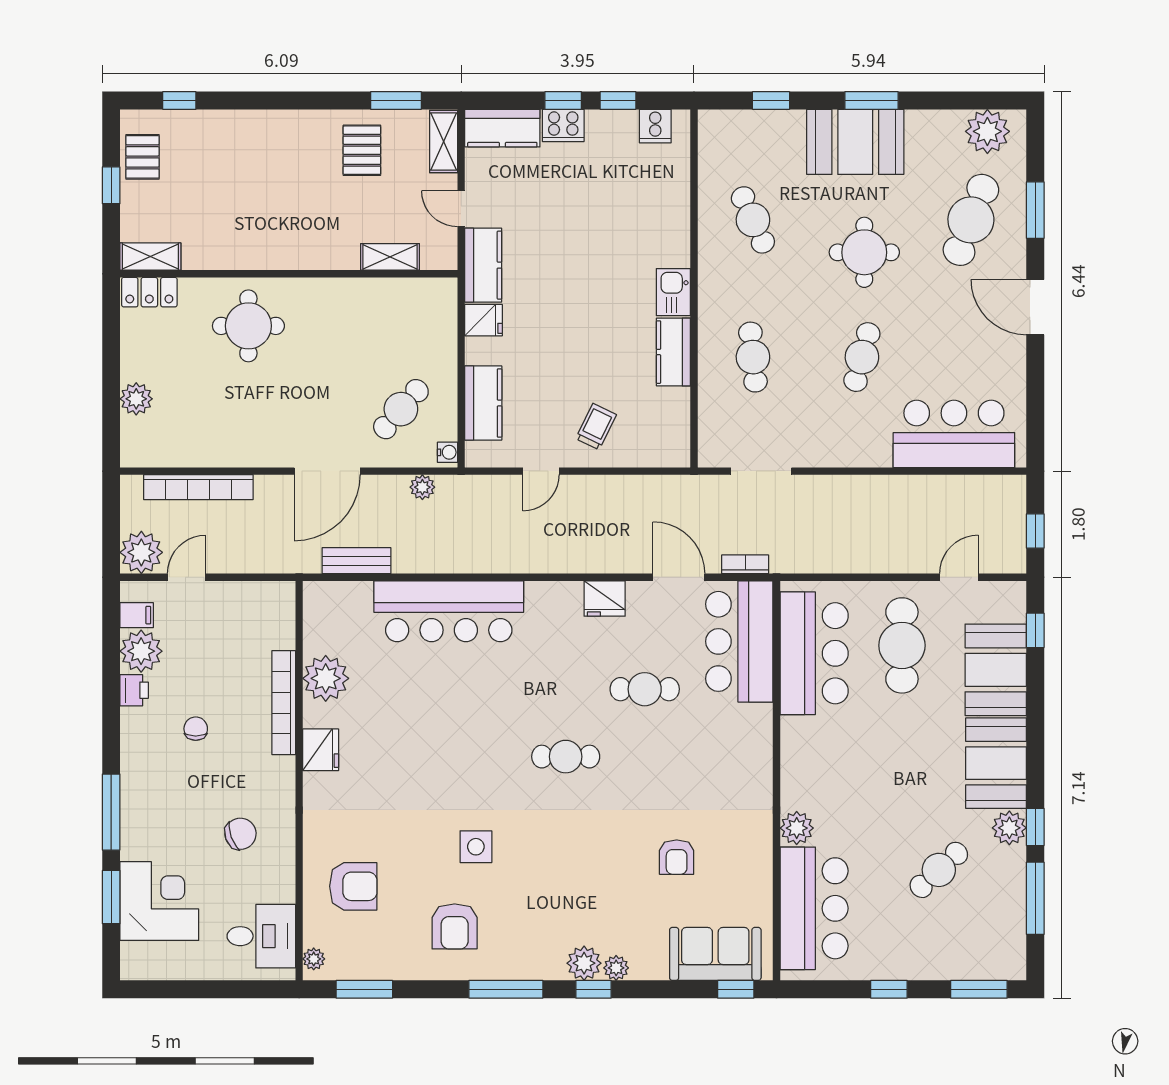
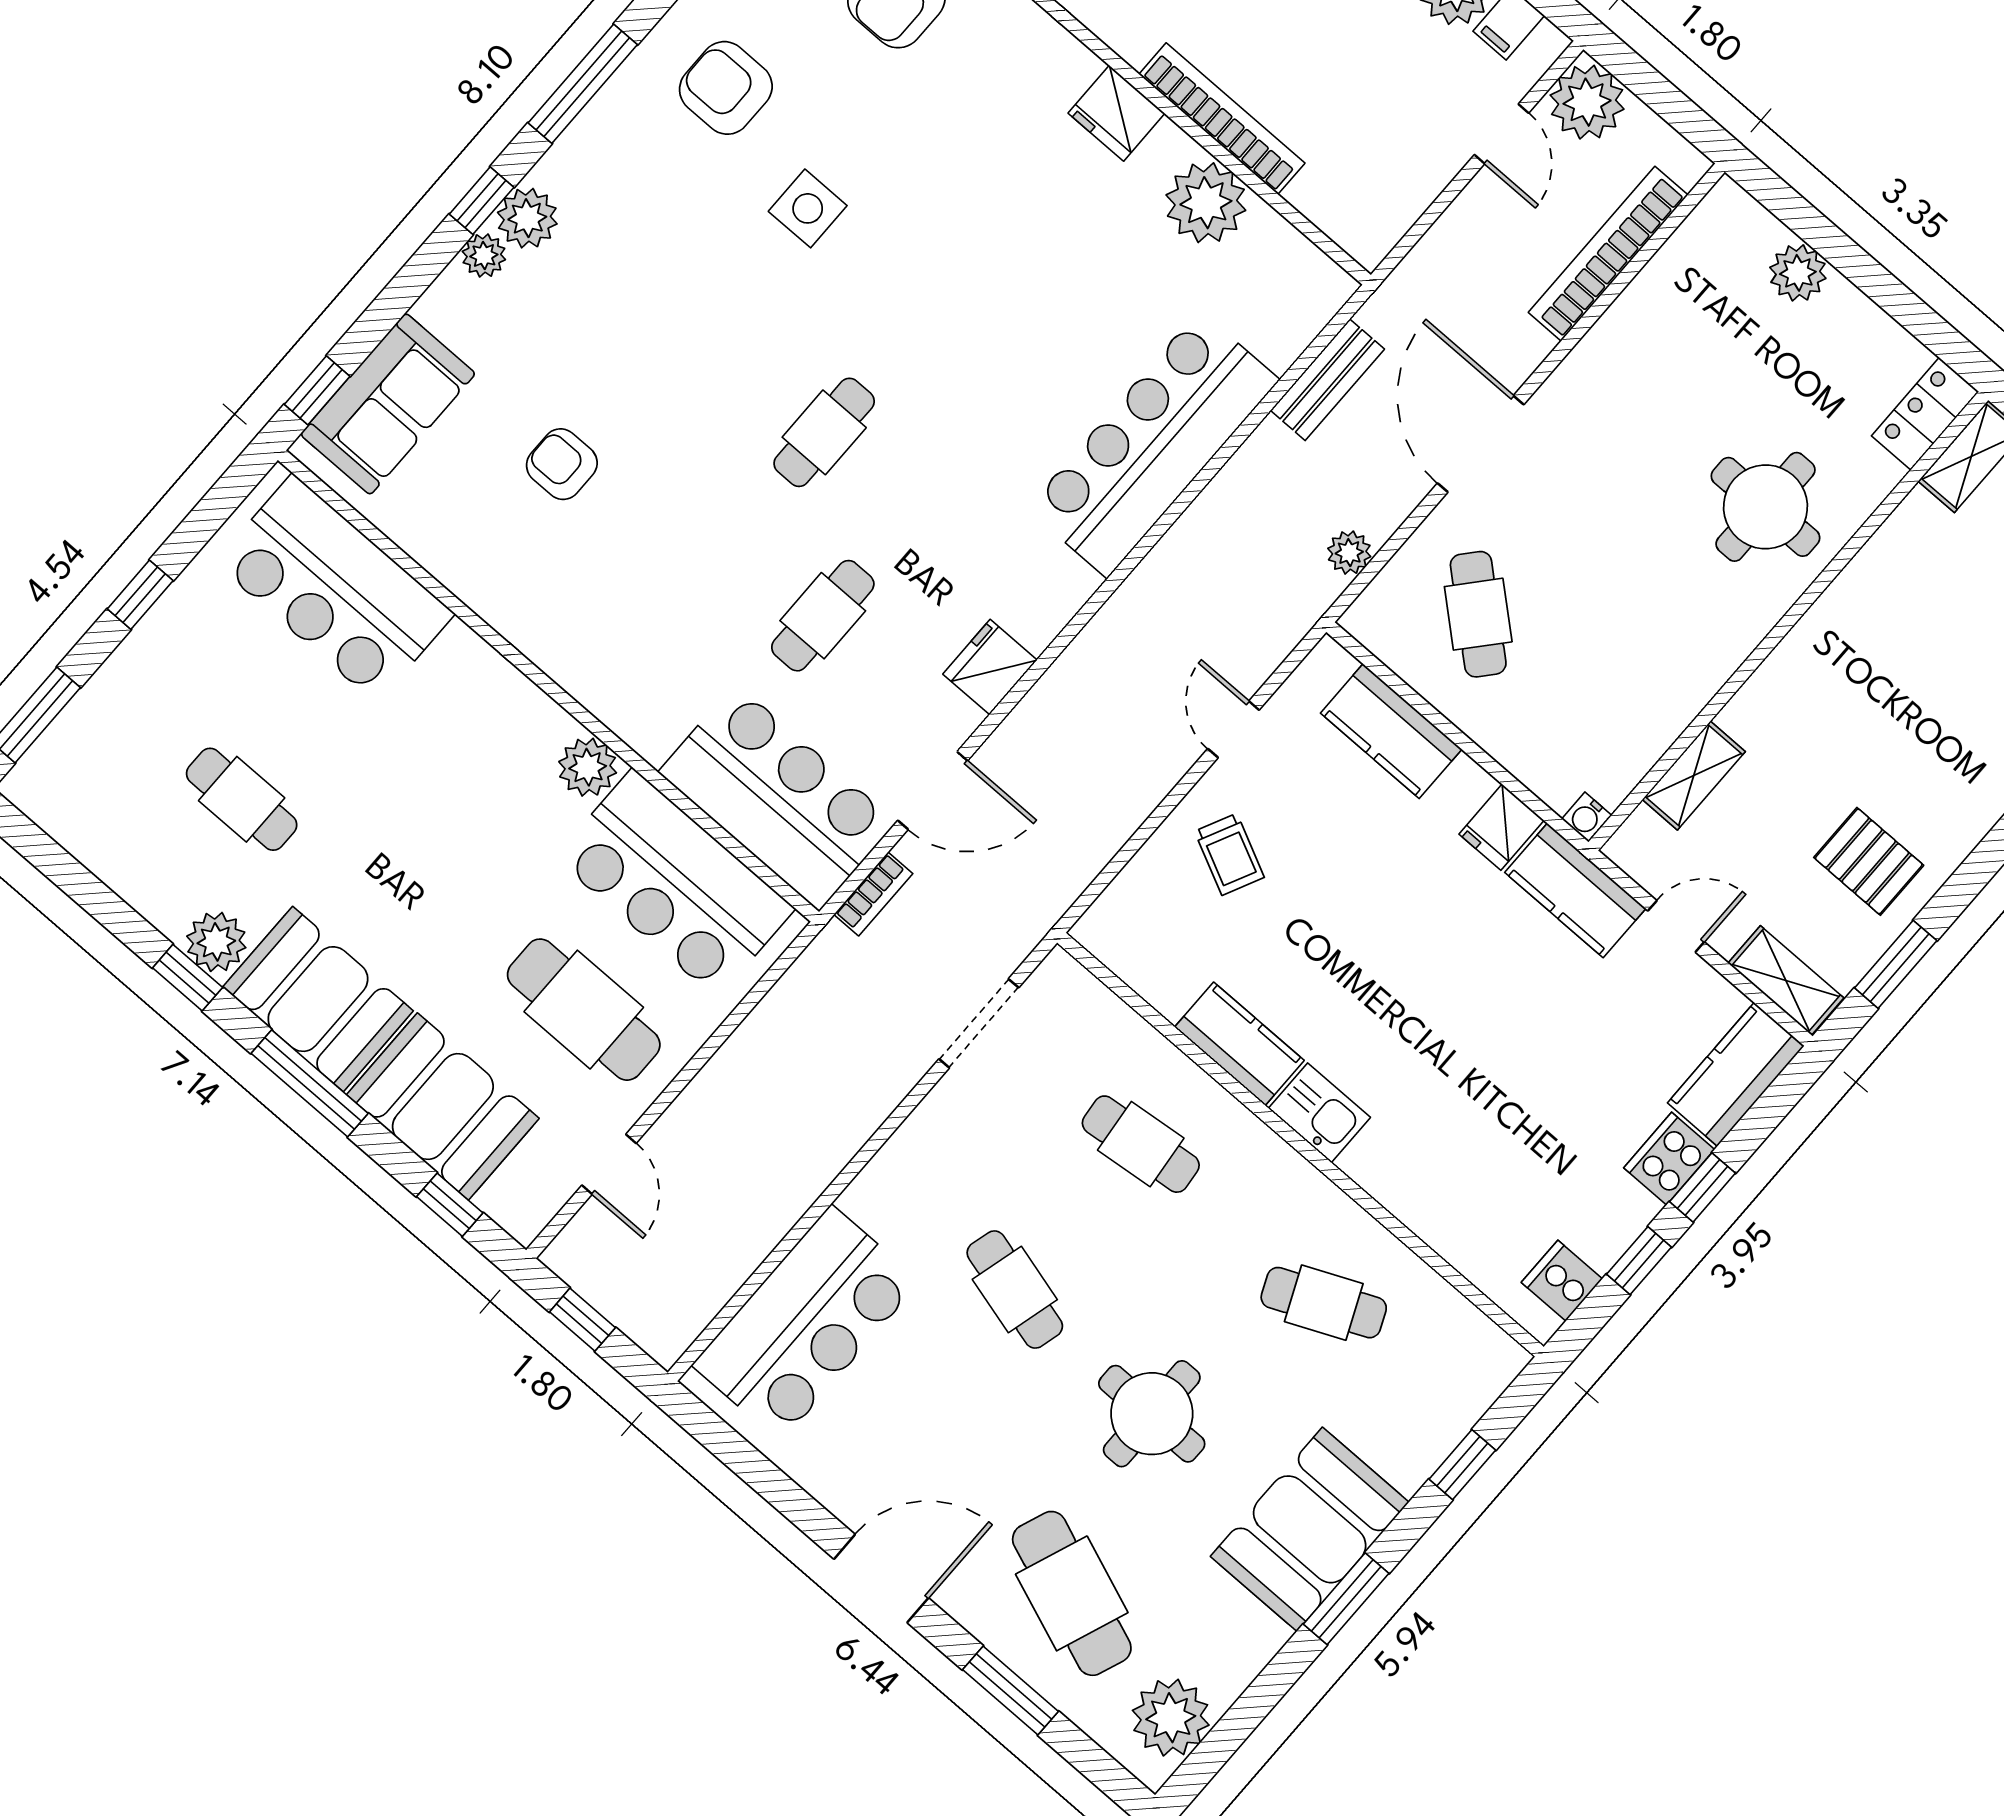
water cooler: (448, 452) -> (1587, 817), moved
plant: (797, 828) -> (588, 767), moved
cafe table: (939, 870) -> (242, 799), turned -47
window: (1035, 898) -> (310, 1083), moved

